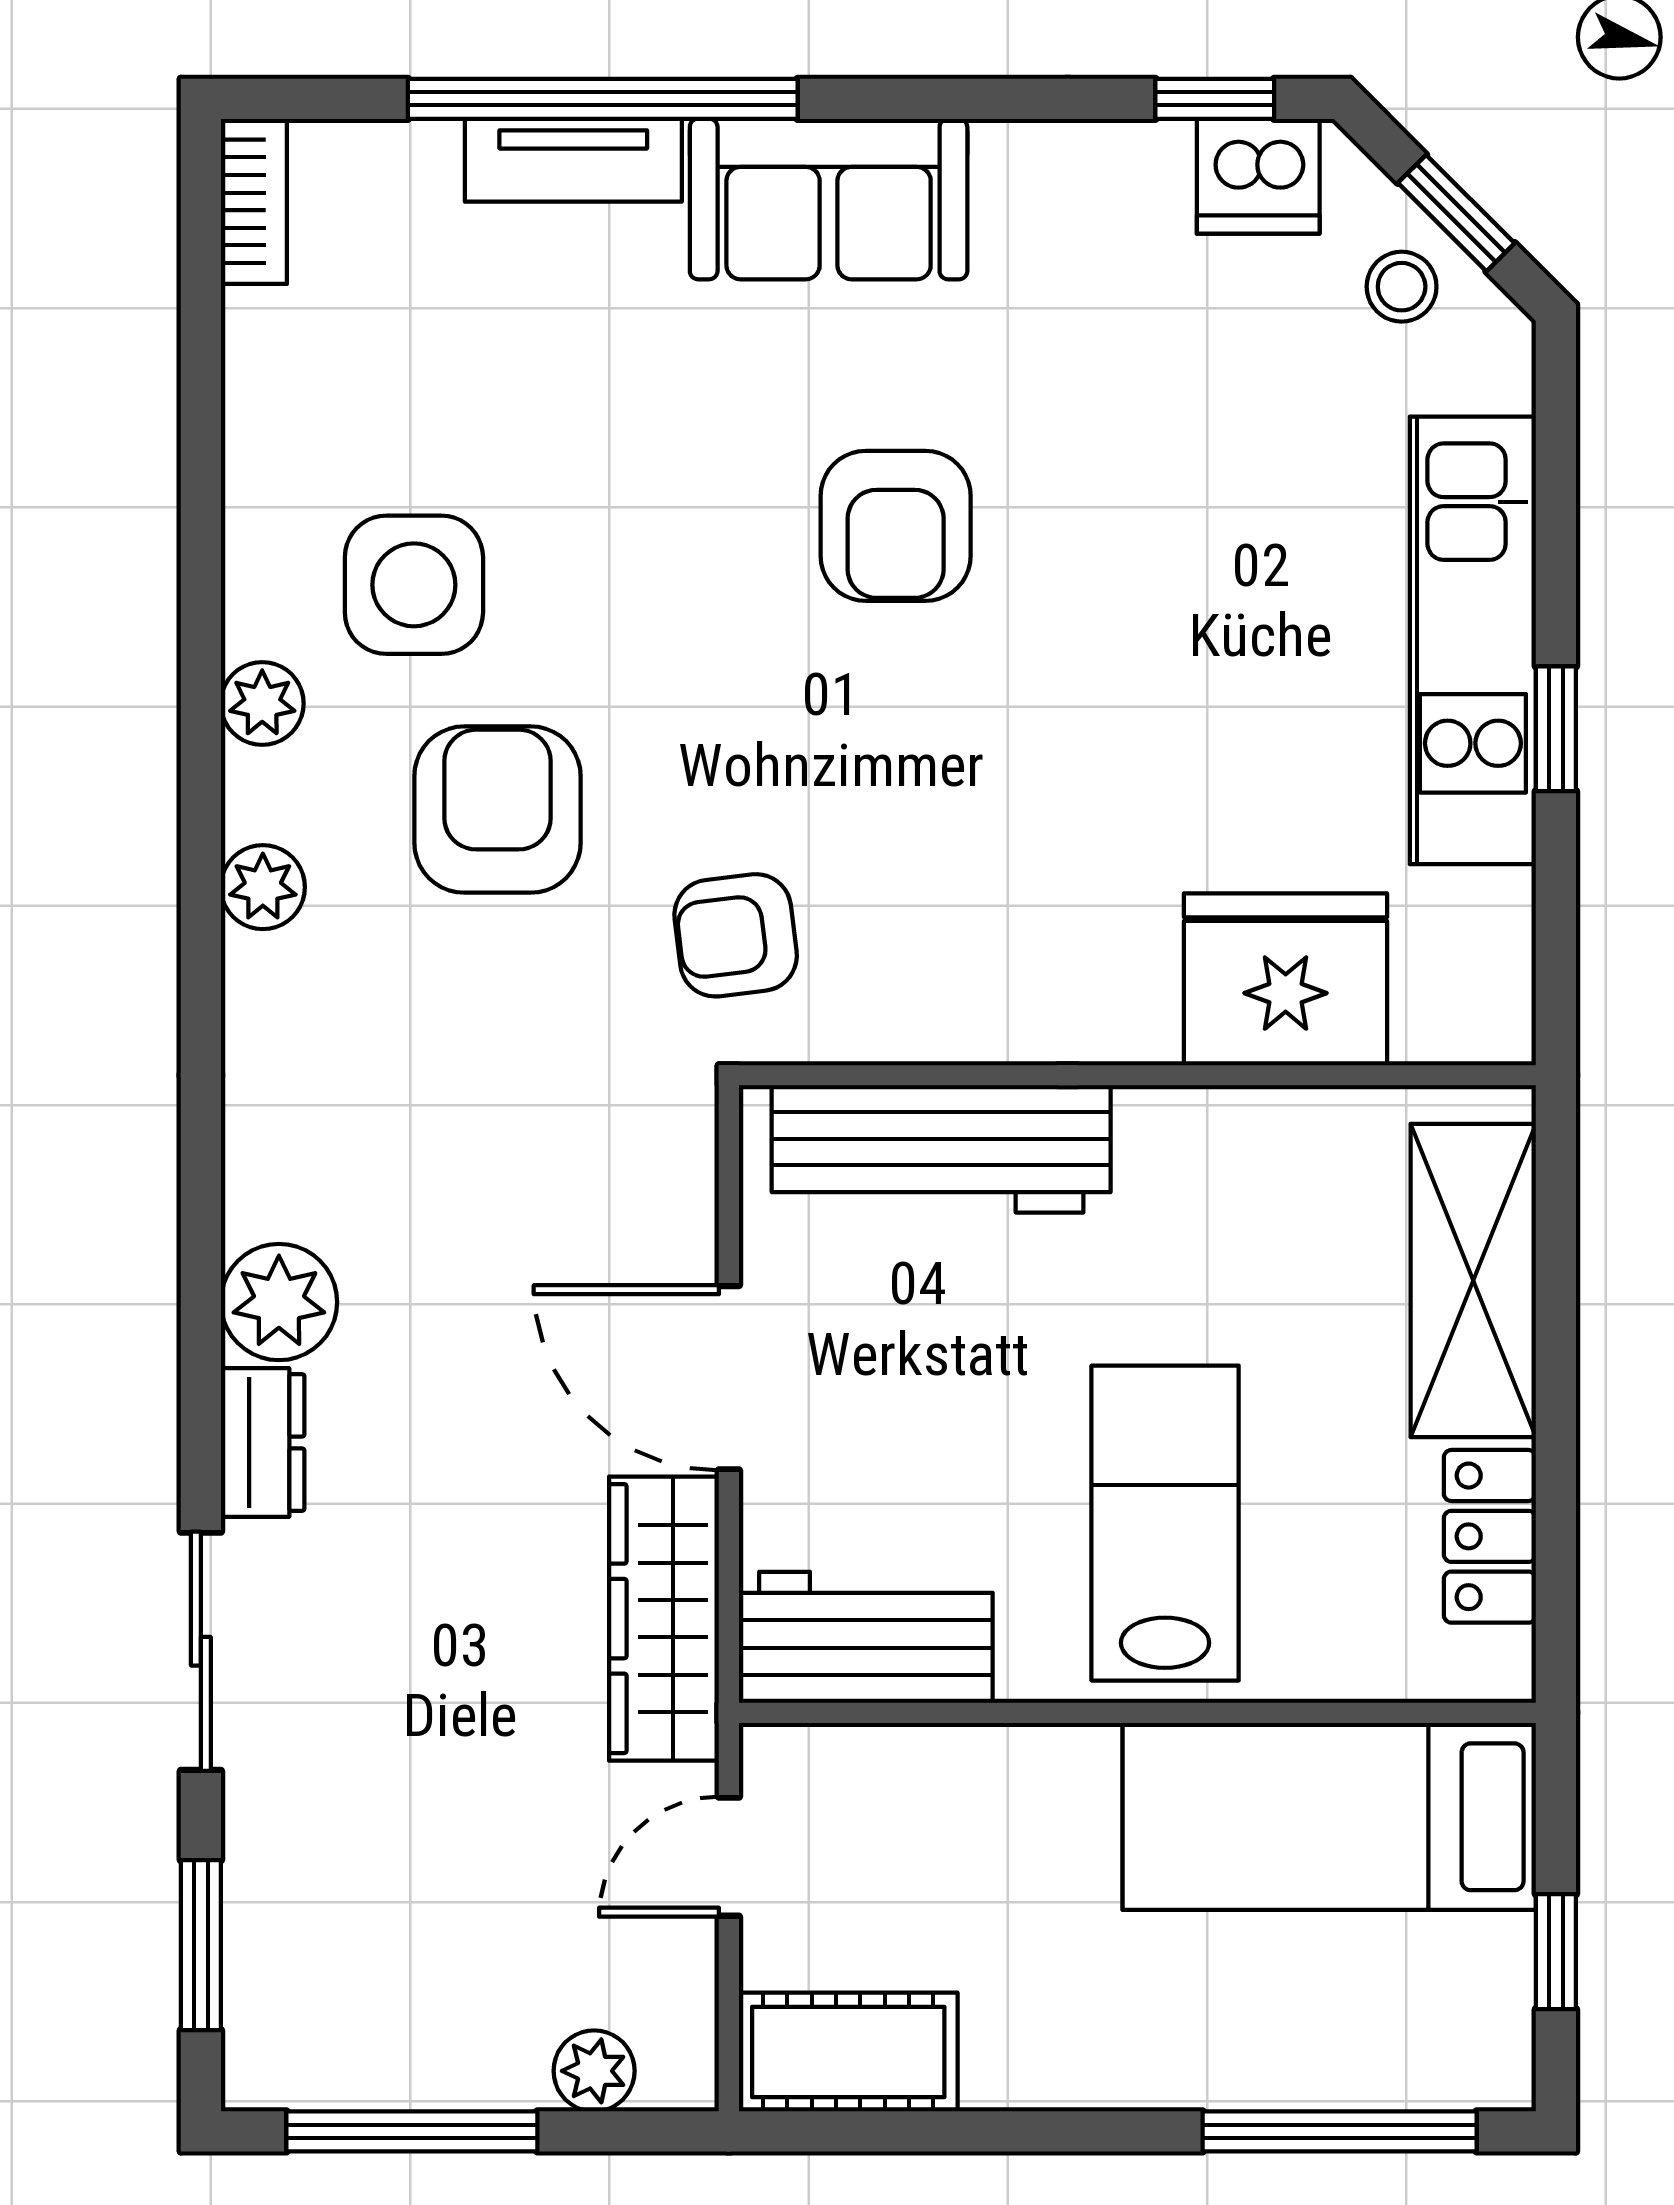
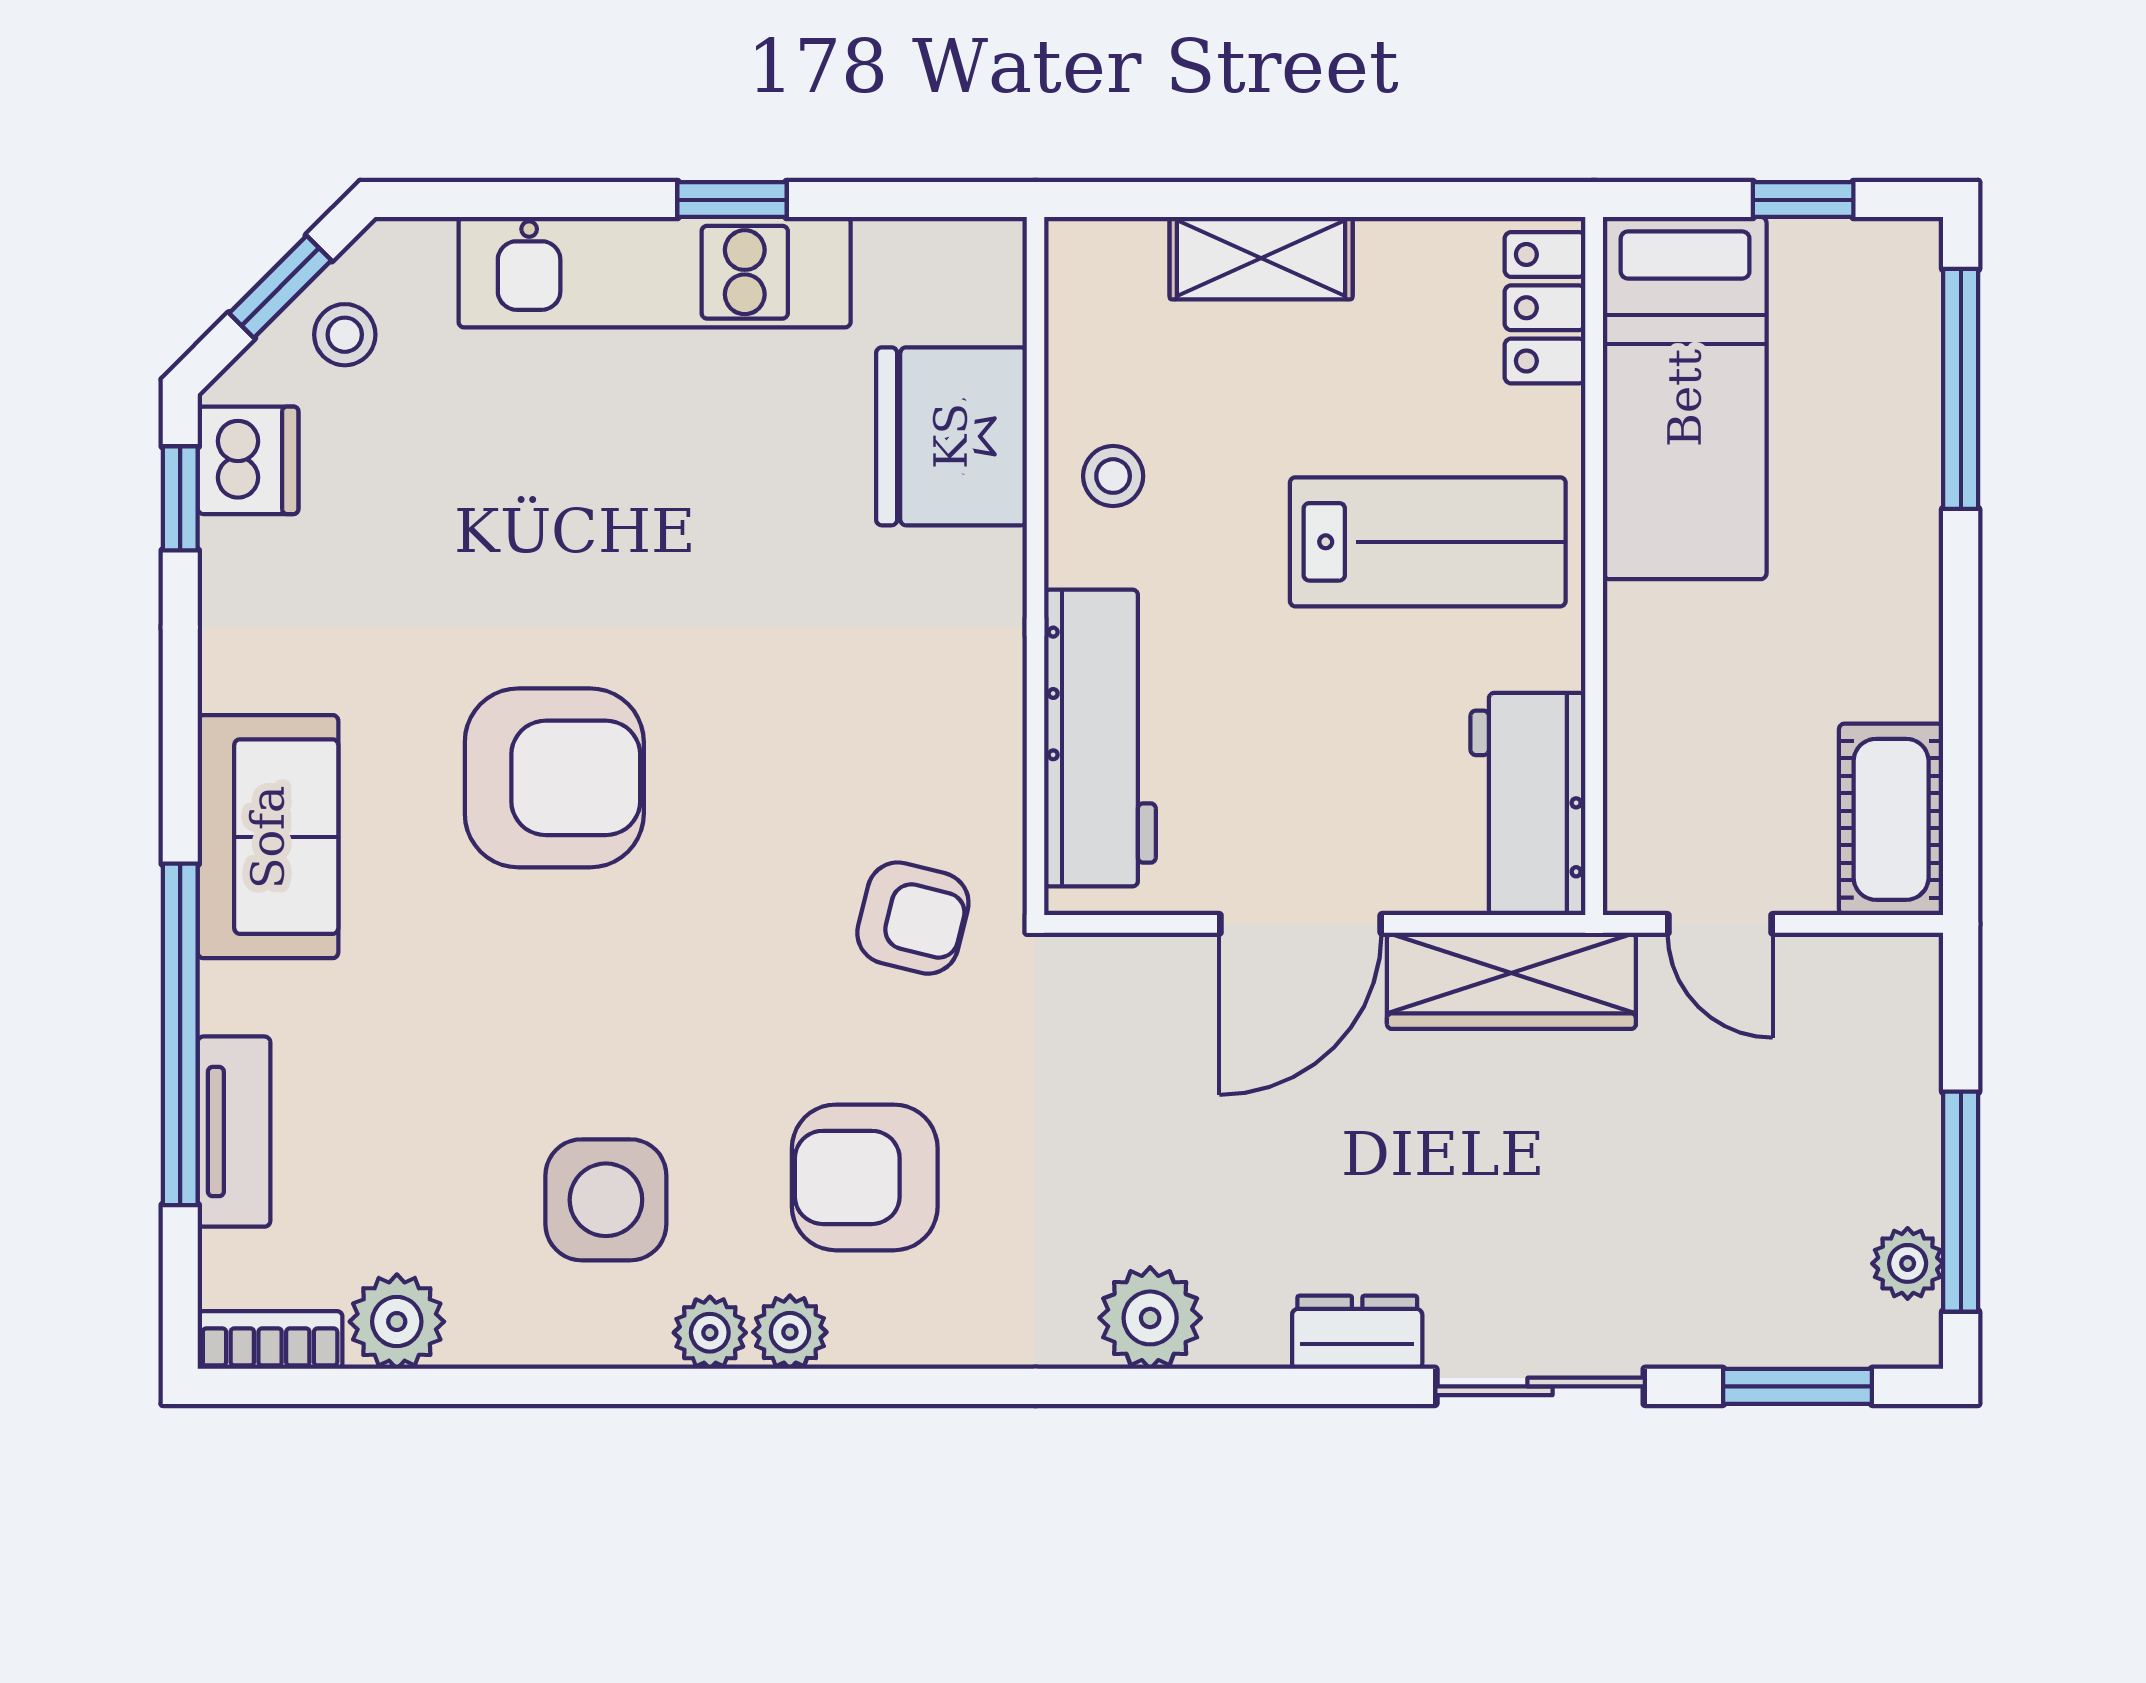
tv unit: (573, 160) -> (234, 1132), moved
plant: (275, 346) -> (397, 1322), added
armchair: (896, 526) -> (554, 778), width x1.36, depth x1.36
armchair: (497, 810) -> (865, 1177), moved
plant: (263, 887) -> (790, 1332), moved
armchair: (736, 935) -> (913, 918), turned -69
stool: (1240, 1164) -> (1113, 476), added
shelving: (1473, 1280) -> (1261, 258), width x0.67, depth x0.75
plant: (279, 1302) -> (1150, 1318), moved
lab bench: (1165, 1523) -> (1428, 542), turned 180
locker: (1490, 1536) -> (1545, 308), moved, turned 90
plant: (594, 2071) -> (1908, 1263), moved

